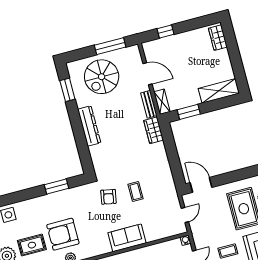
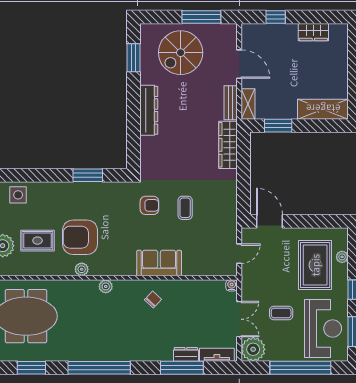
wardrobe: (218, 38) -> (313, 32), moved, turned -90
wardrobe: (154, 130) -> (228, 145), width x1.50
armchair: (108, 197) -> (149, 205), turned -101

